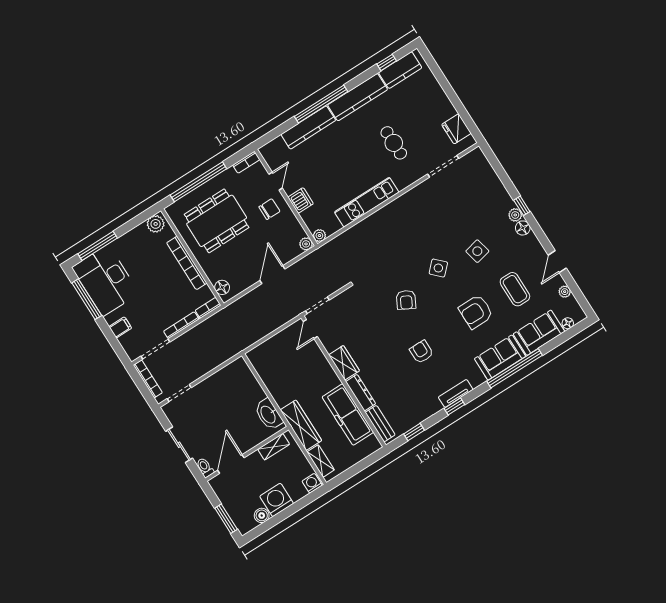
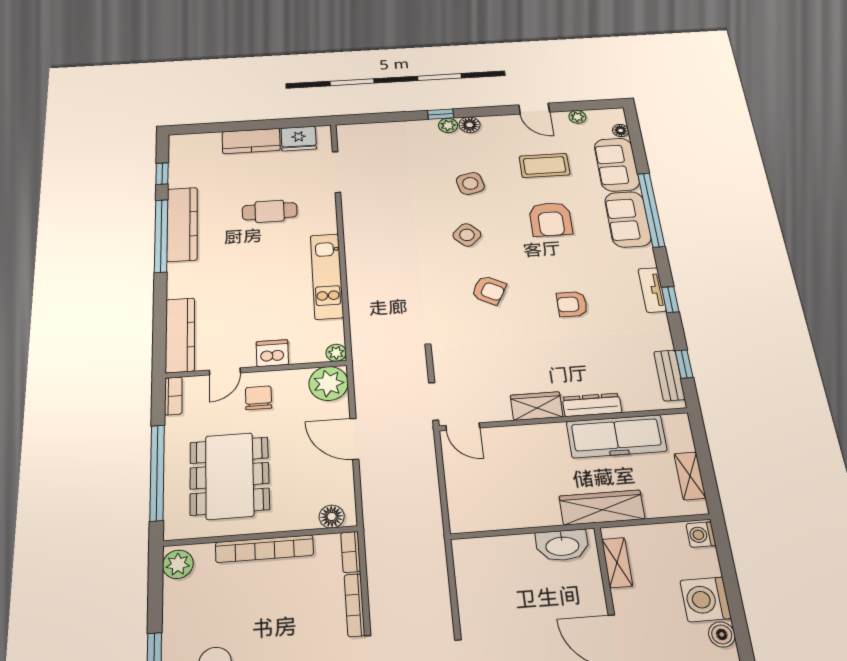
kitchen counter: (400, 70) -> (251, 141), moved, turned 90
window: (321, 104) -> (161, 236), moved
kitchen counter: (308, 127) -> (180, 335), moved
door: (276, 181) -> (225, 371), swing flipped
plant: (306, 244) -> (329, 383), width x1.87, depth x1.87
bench: (380, 424) -> (669, 375), moved, turned 90
shelving: (321, 461) -> (690, 476), moved, turned 90

